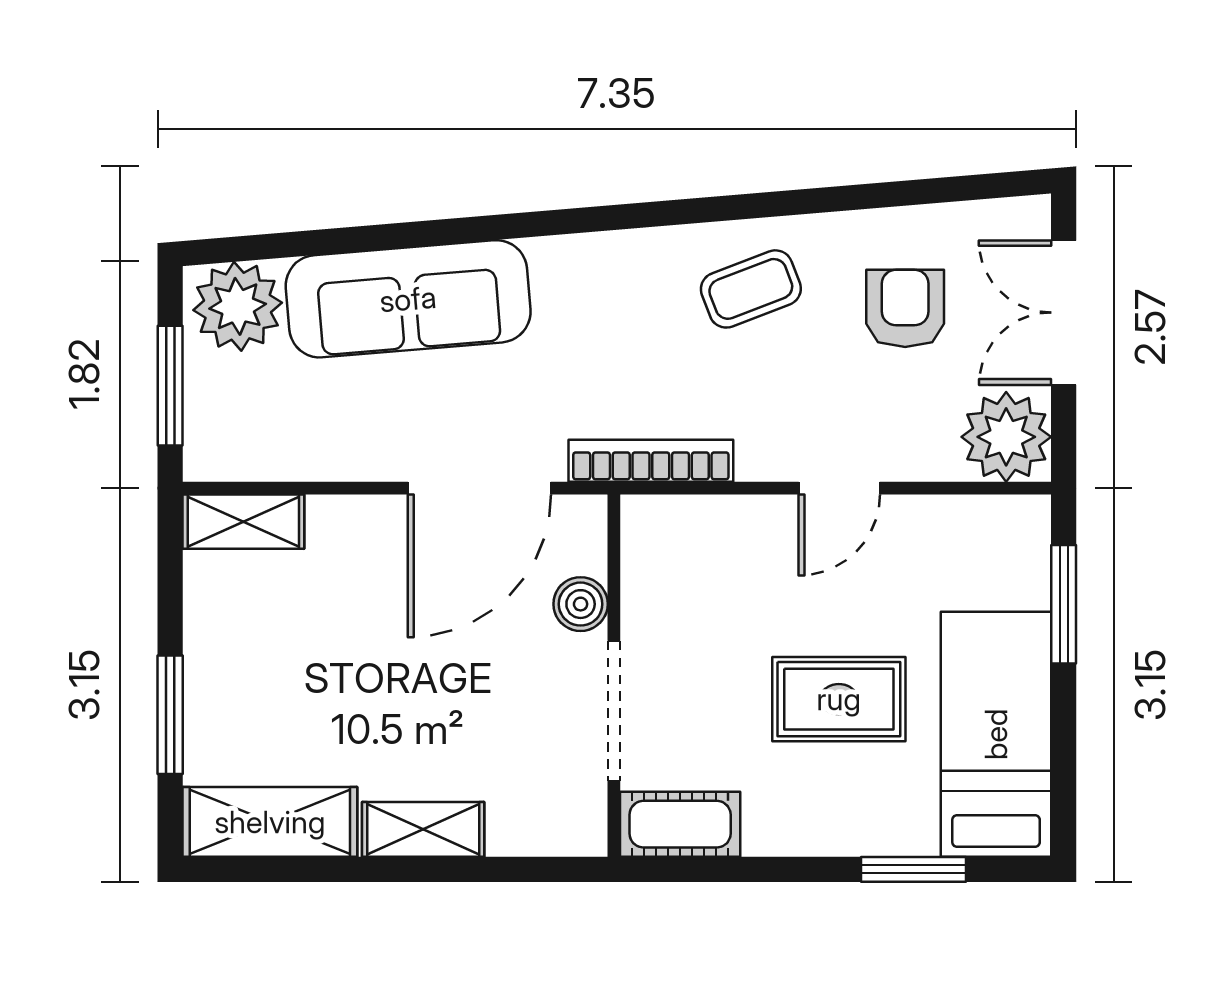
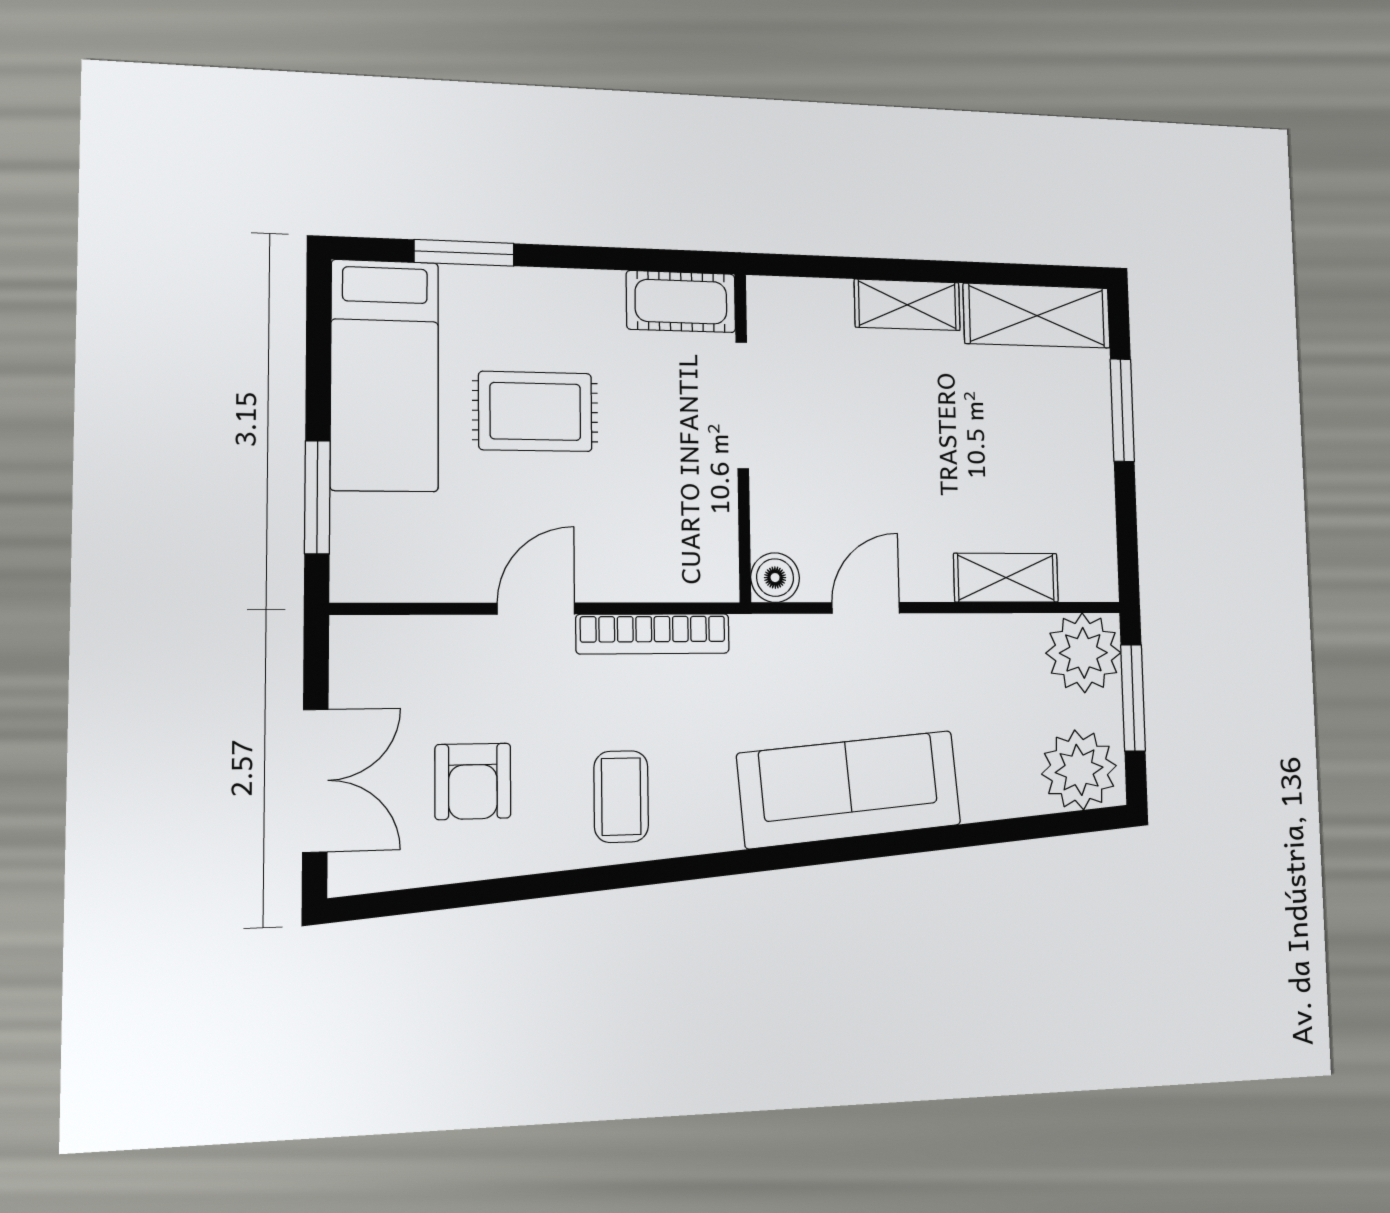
coffee table: (751, 289) -> (621, 797), turned -69
sofa: (408, 299) -> (850, 789), moved
plant: (1006, 437) -> (1083, 653), moved
bookcase: (651, 461) -> (653, 634), moved
door: (479, 488) -> (866, 608), width x0.53
shelving: (243, 522) -> (1006, 578), moved
boiler: (581, 604) -> (775, 578), moved

